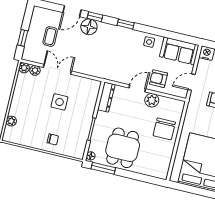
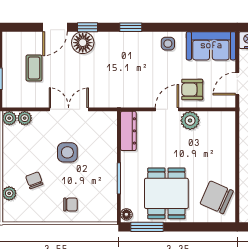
double door: (57, 69) -> (69, 109), moved
chair: (31, 116) -> (34, 180), added
chair: (164, 129) -> (217, 197), moved, turned 114

